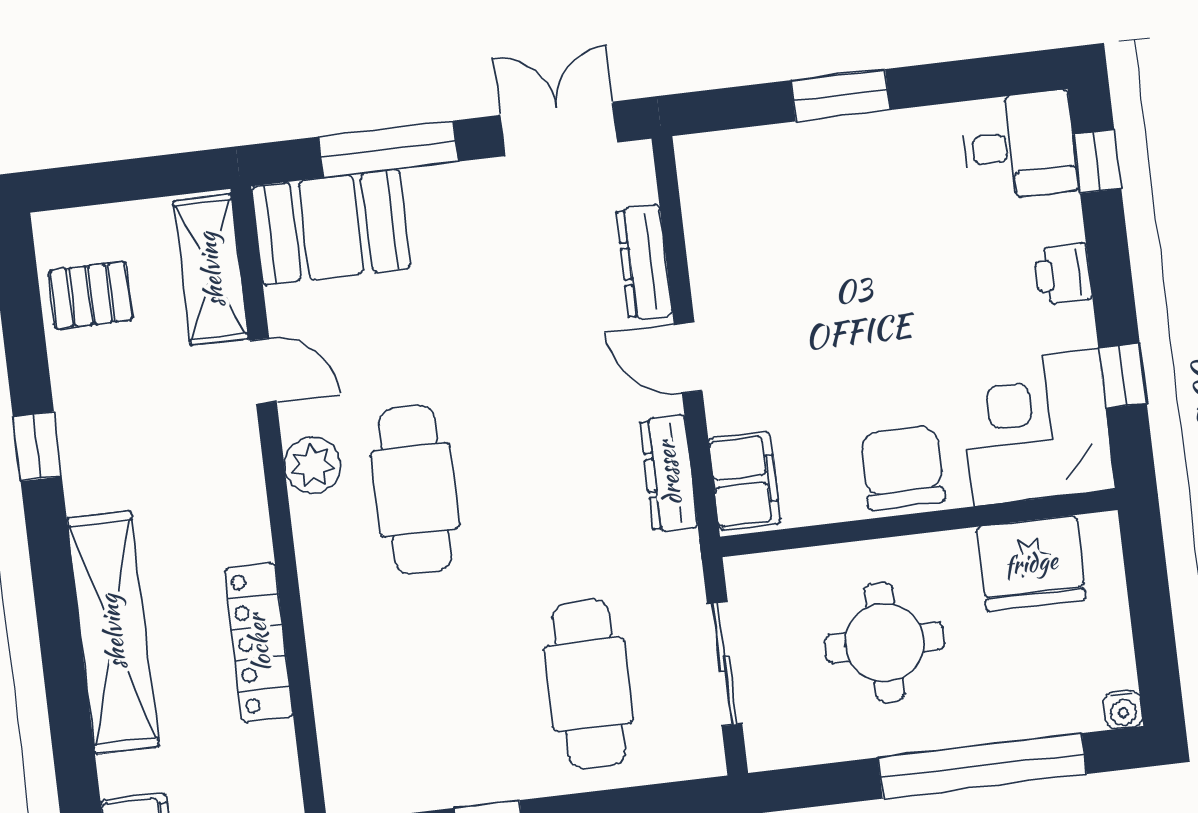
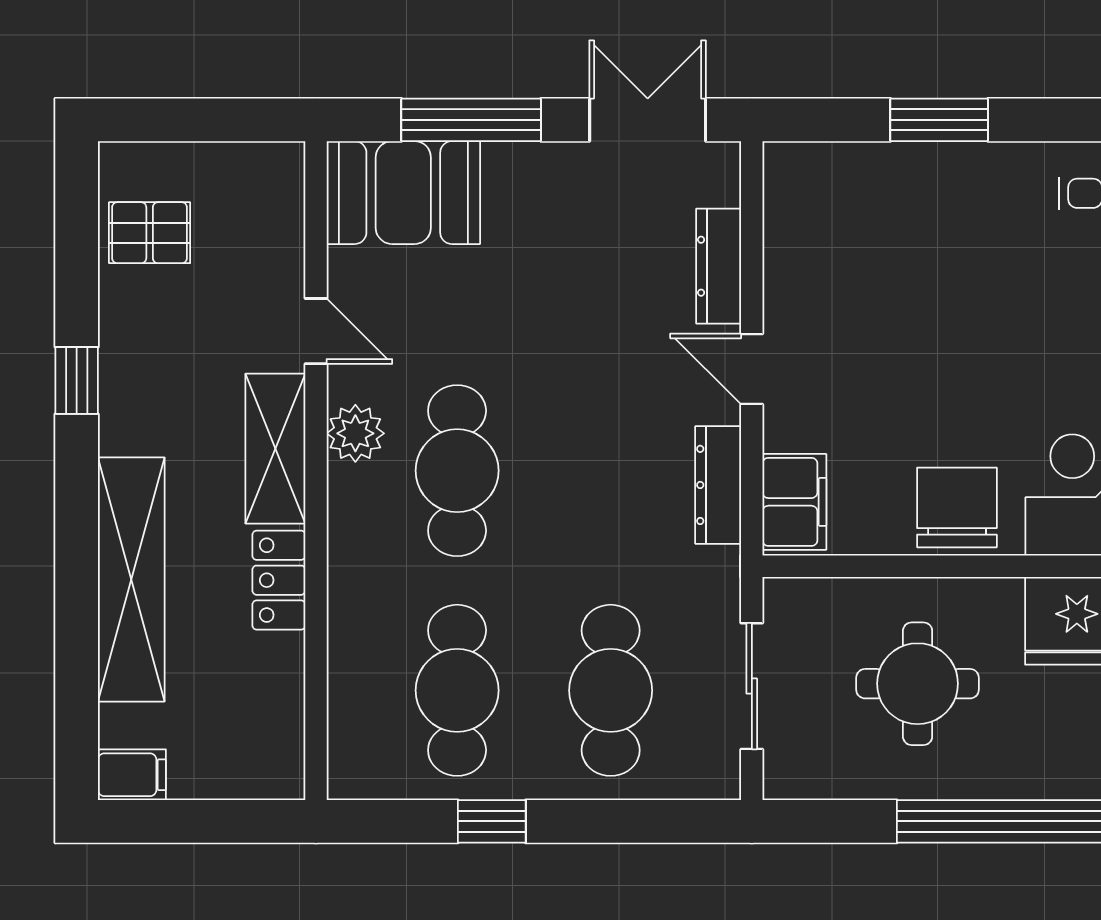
shelving: (211, 270) -> (275, 449), moved
locker: (259, 643) -> (279, 580), width x0.66
cafe table: (440, 702) -> (457, 690), added

